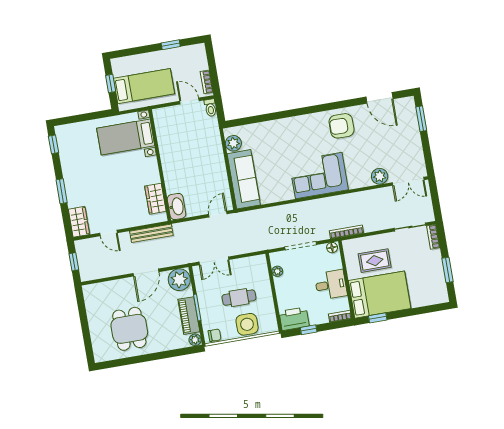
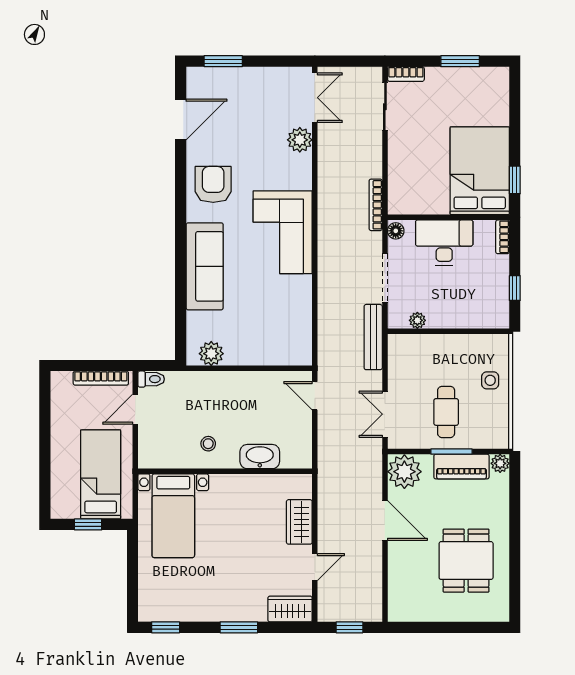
window: (171, 45) -> (45, 423), removed
bookcase: (207, 82) -> (101, 378), width x1.56
armchair: (342, 126) -> (213, 184), turned 180
stool: (175, 151) -> (208, 444), added
sofa: (244, 179) -> (205, 266), moved, turned 90
wardrobe: (155, 199) -> (299, 522), moved, turned 90
washbasin: (177, 206) -> (260, 457), moved
bench: (151, 233) -> (373, 337), moved
double door: (214, 261) -> (385, 414), swing flipped
rug: (375, 261) -> (427, 169), removed
desk: (331, 285) -> (444, 242), width x1.37
cafe table: (239, 298) -> (446, 412), moved
printer: (294, 319) -> (494, 307), removed
side table: (247, 324) -> (490, 380), width x0.54, depth x0.54
dining table: (129, 329) -> (466, 561), turned 90
chair: (215, 335) -> (498, 433), removed

